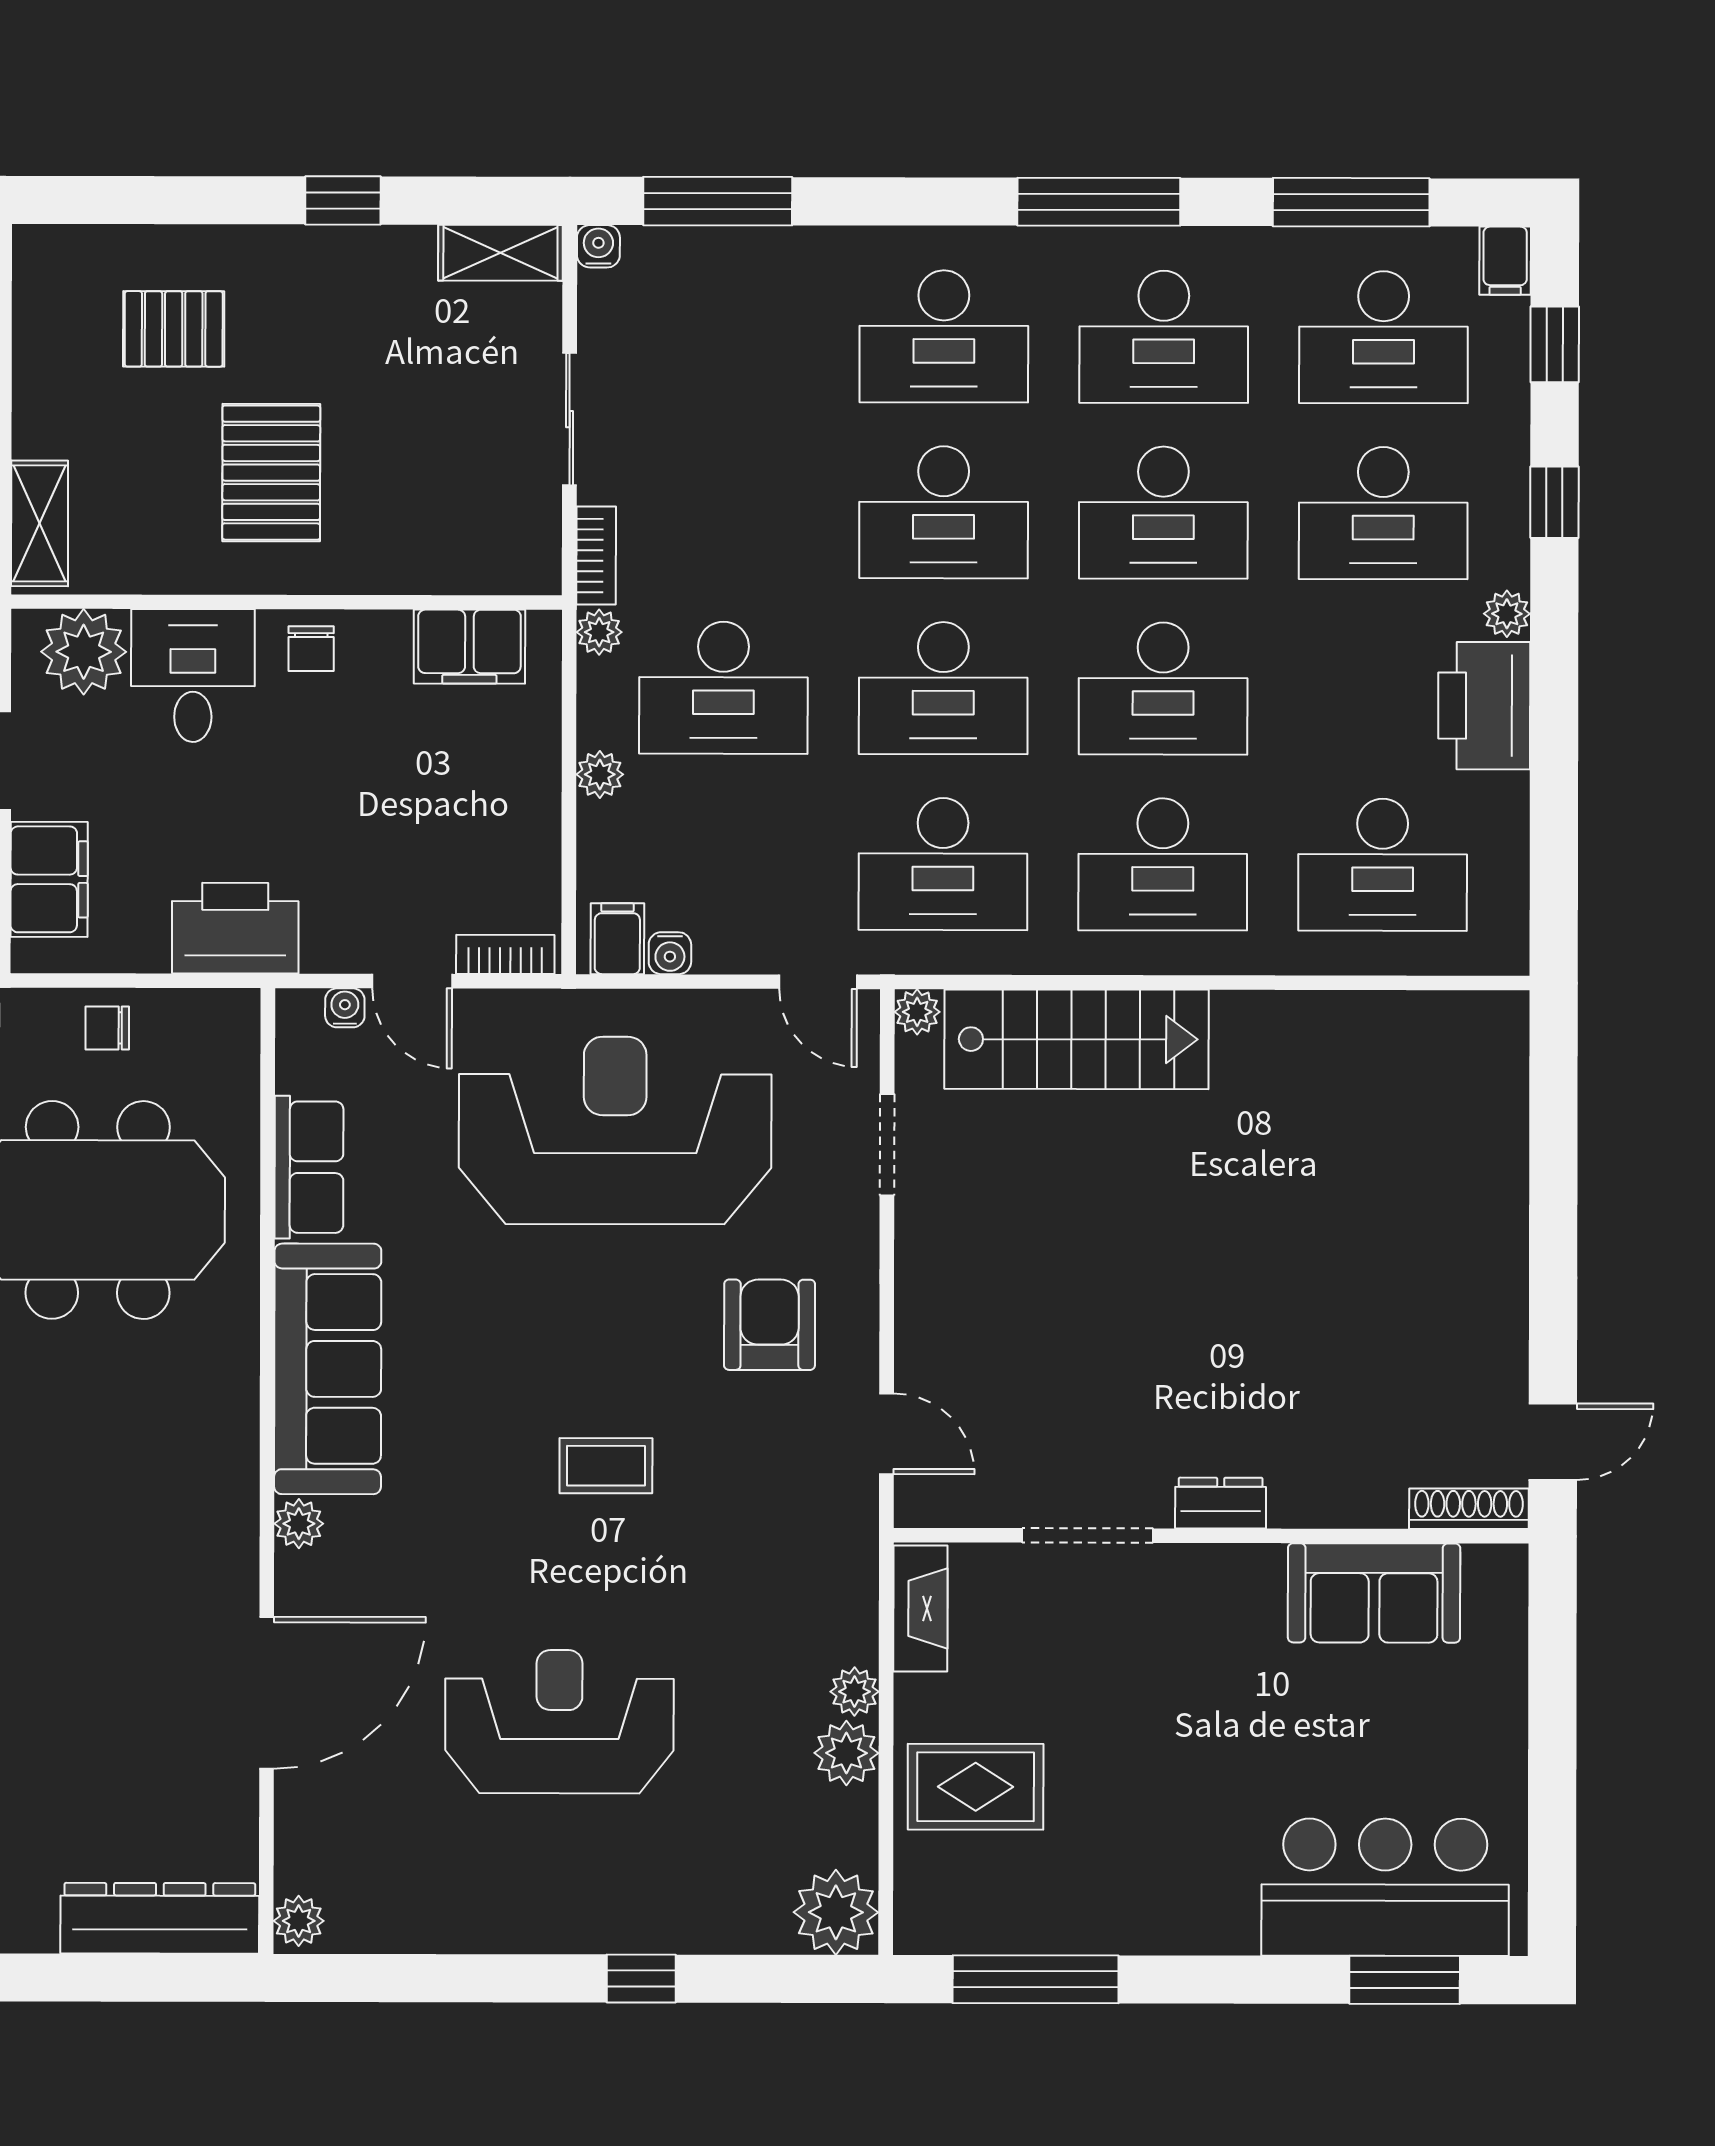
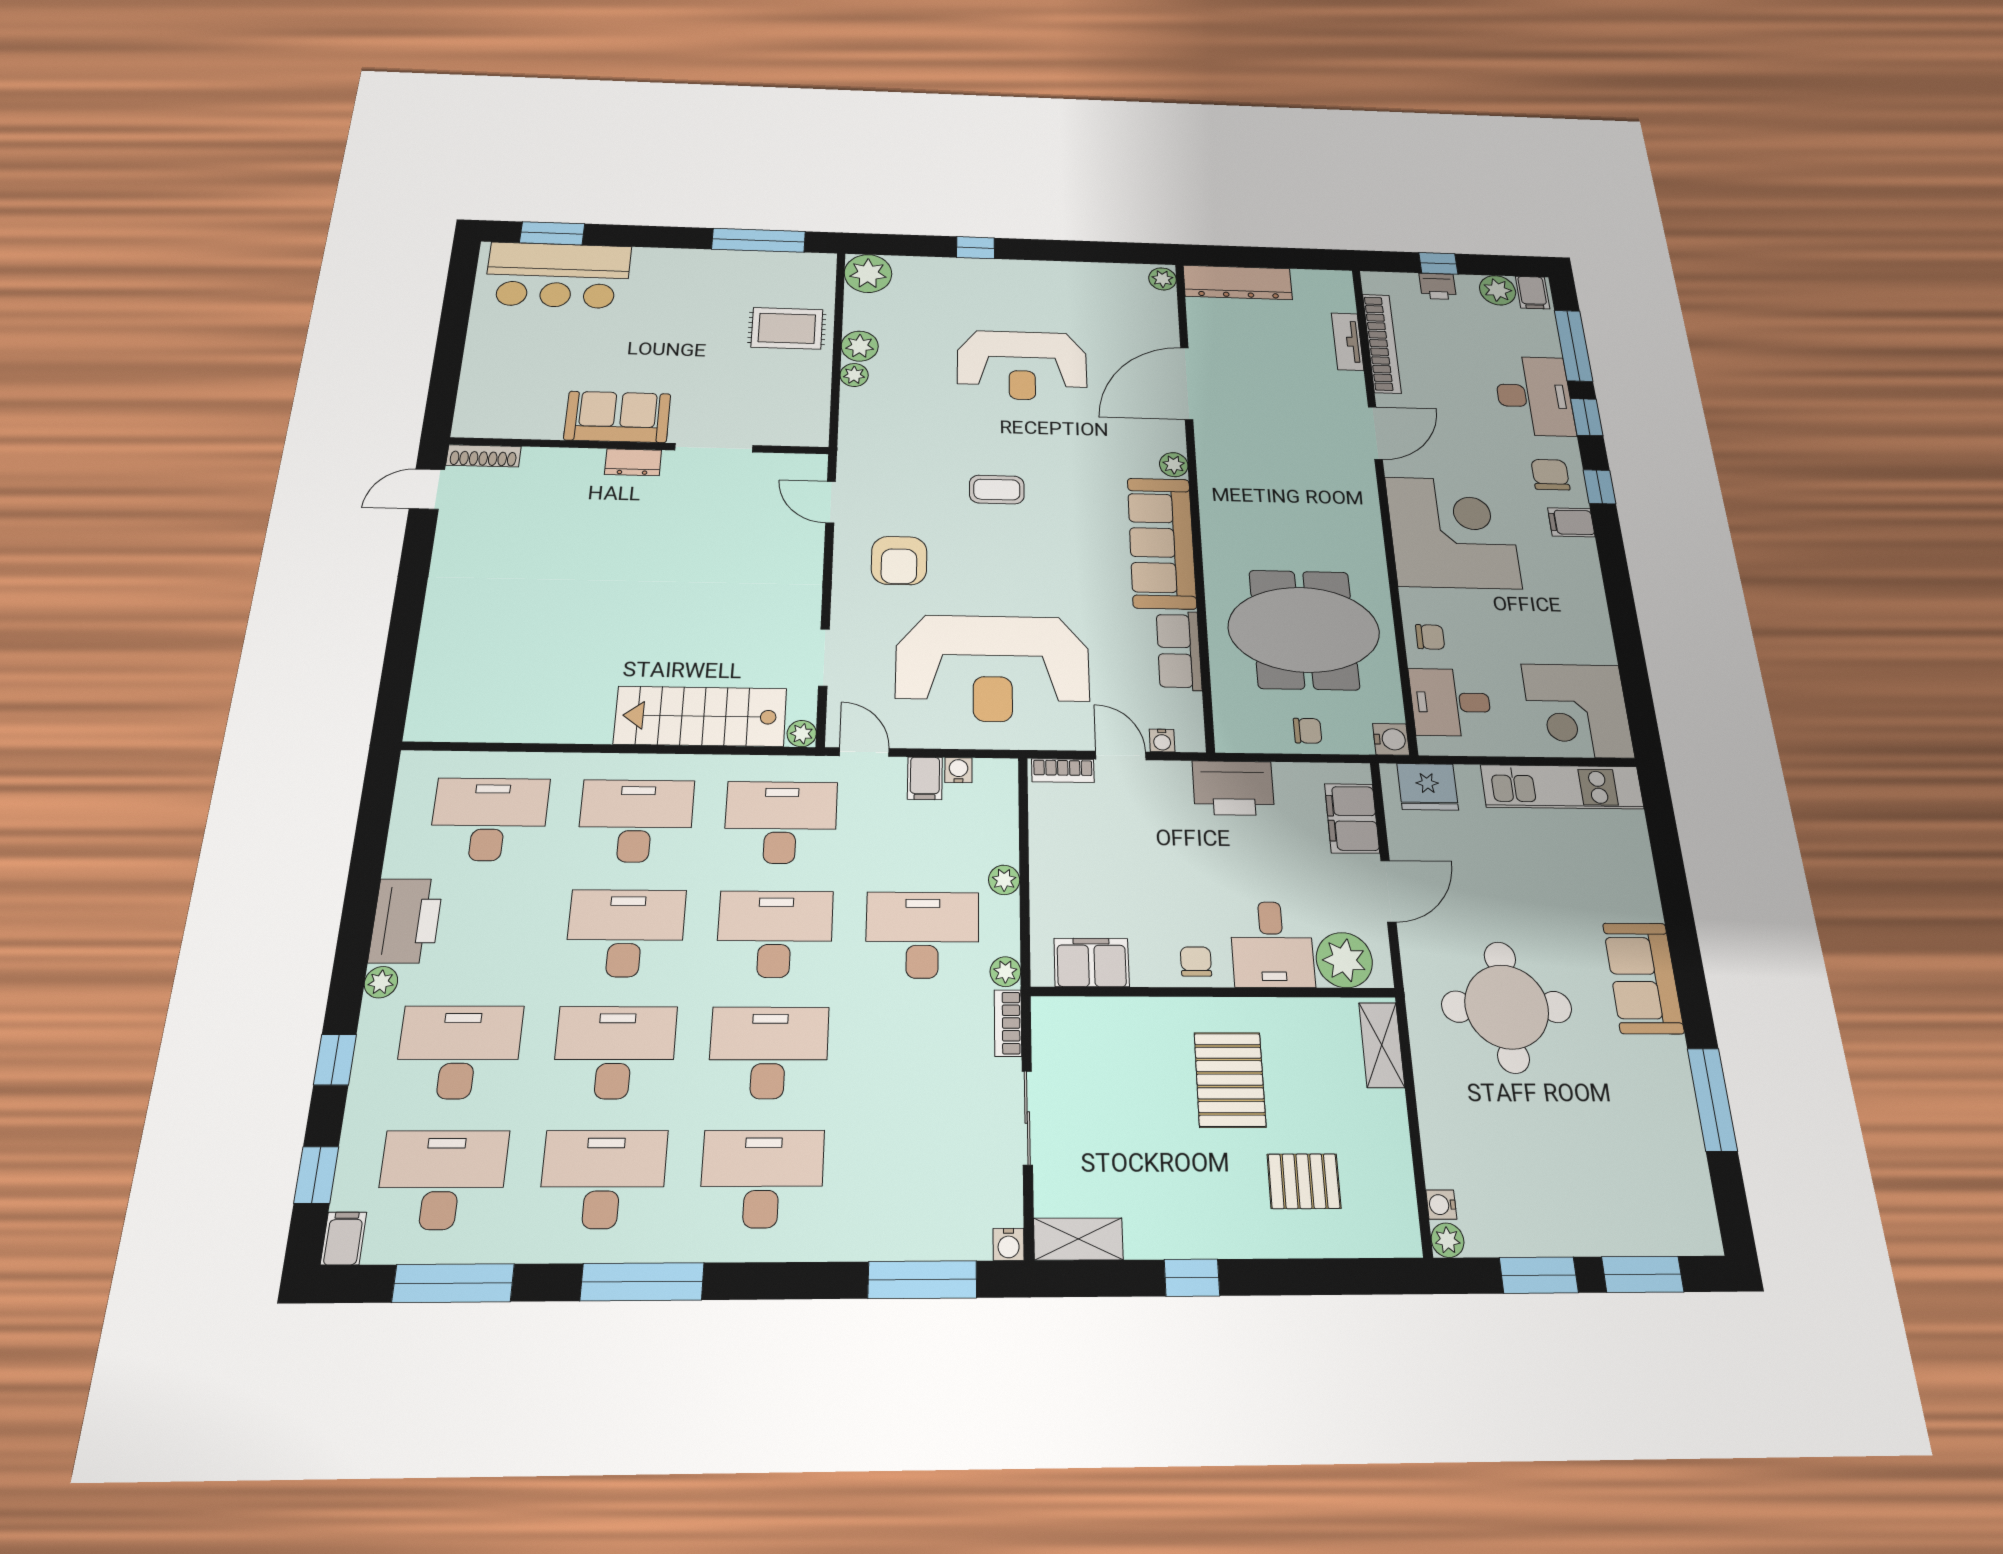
filing cabinet: (617, 939) -> (925, 778), moved
sofa: (1374, 1593) -> (617, 417), moved
fireplace: (920, 1608) -> (814, 414), removed

